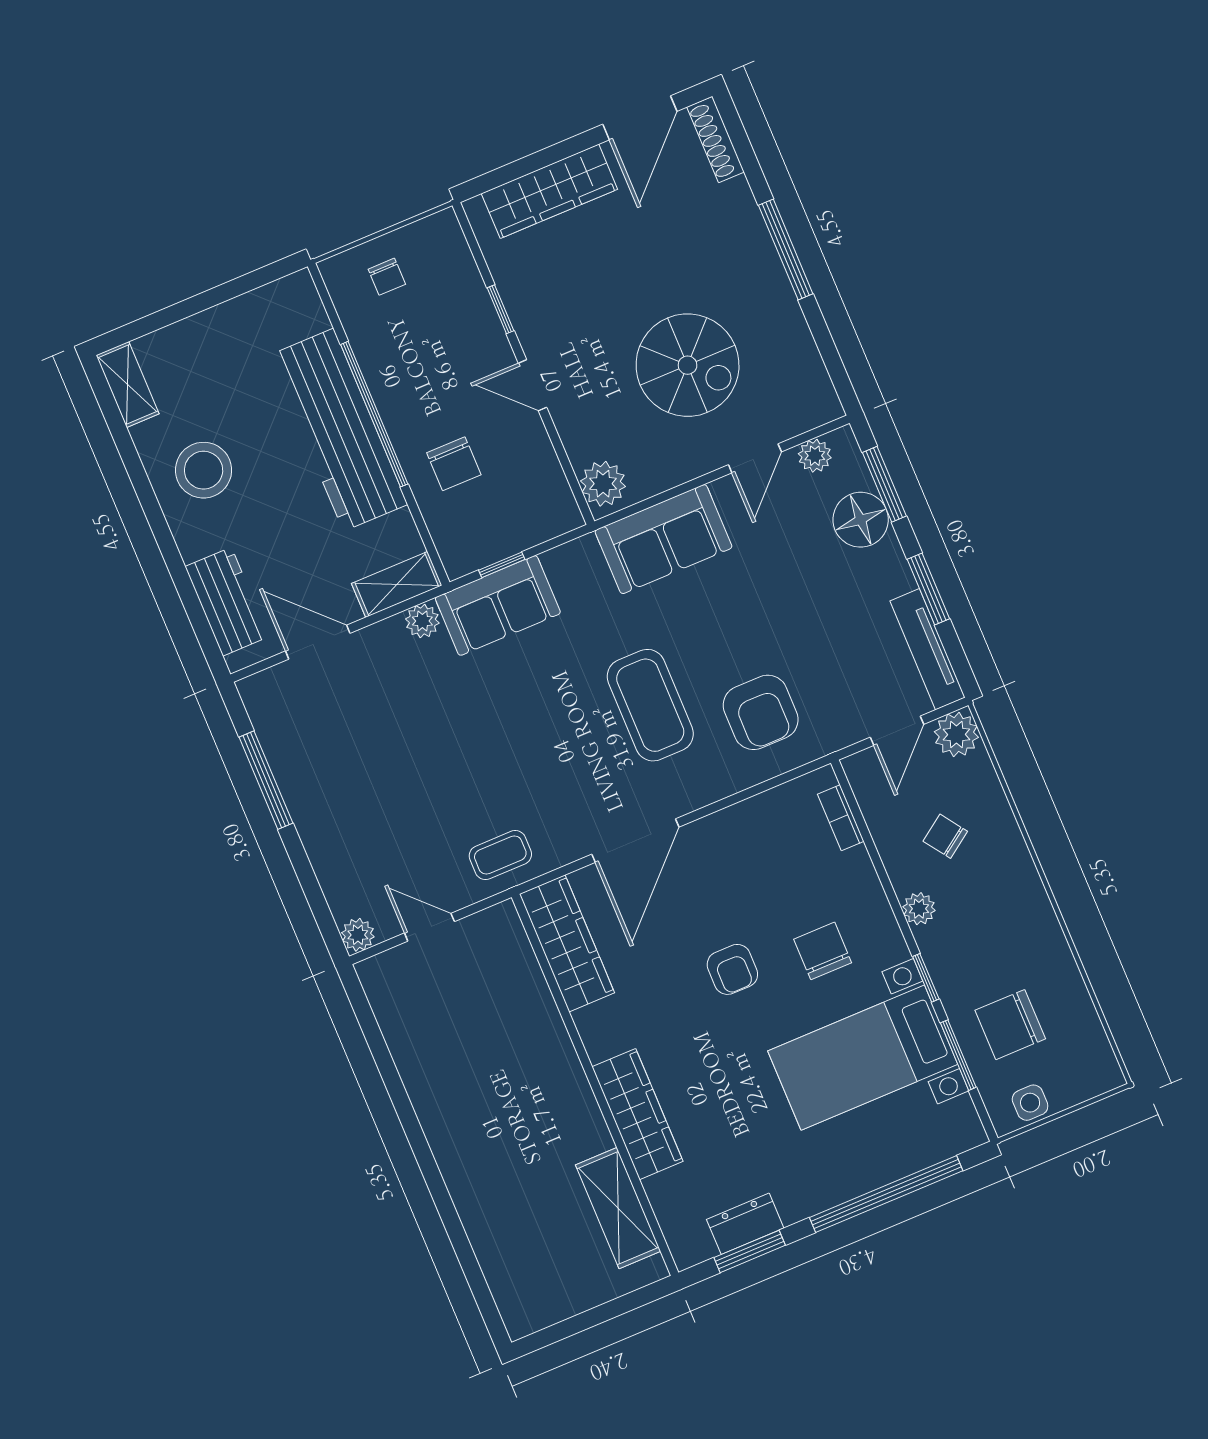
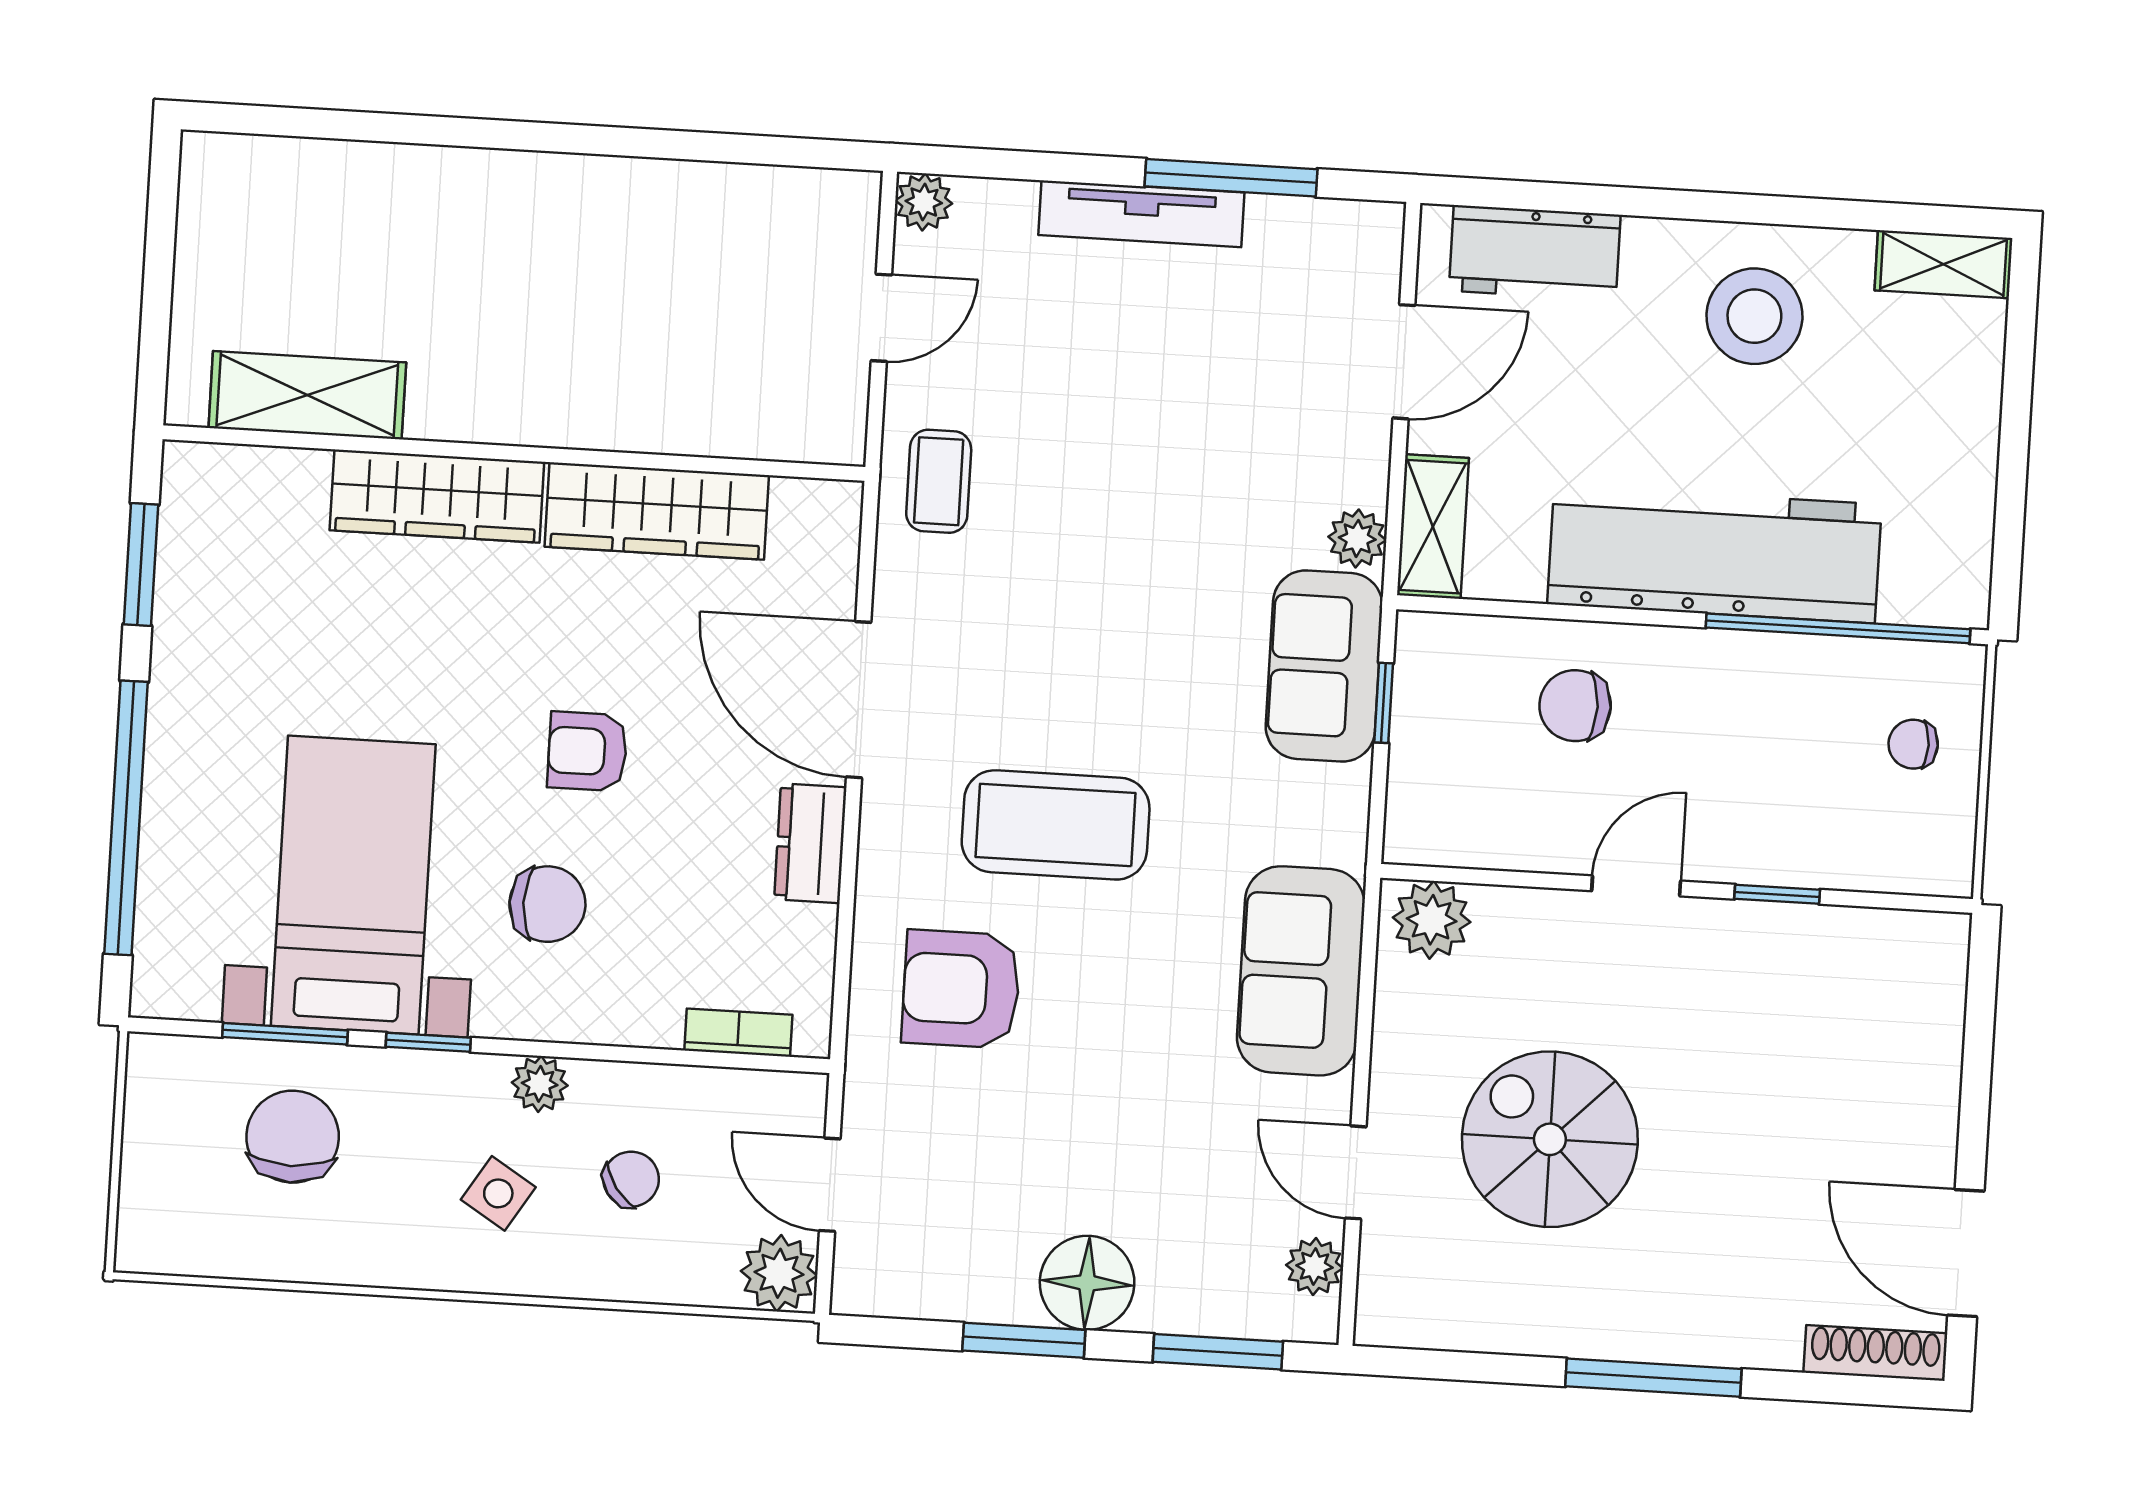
wardrobe: (549, 191) -> (1921, 1059), removed
spiral stairs: (688, 365) -> (1550, 1139), turned 90
window: (374, 414) -> (1838, 628), moved
floor lamp: (861, 520) -> (1087, 1283), moved
tv unit: (928, 649) -> (1141, 214), moved, turned 180
wardrobe: (567, 943) -> (657, 511), moved
side table: (1030, 1103) -> (498, 1193), moved, turned 32
dresser: (745, 1224) -> (810, 843), moved, turned 180

